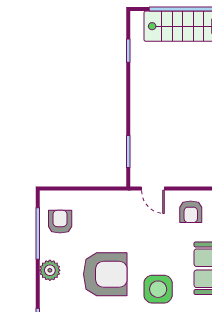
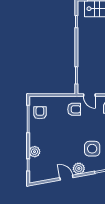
plant: (50, 270) -> (35, 152), moved
armchair: (105, 274) -> (74, 109), moved, width x0.53, depth x0.53

